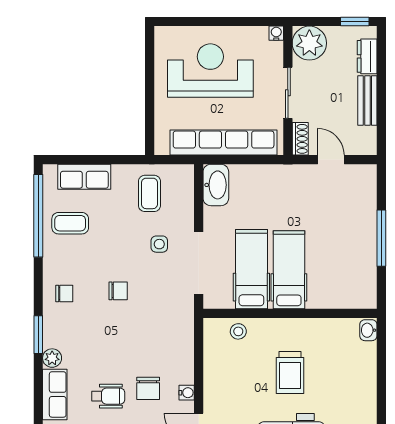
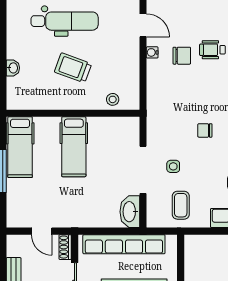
doorway: (199, 263) -> (143, 170), moved
hospital bed: (251, 269) -> (20, 147), moved
washbasin: (368, 330) -> (13, 68), moved
trolley: (290, 373) -> (73, 68), turned -70
chair: (148, 388) -> (182, 56), turned 90

